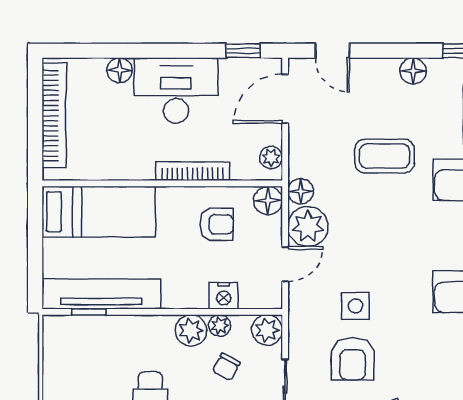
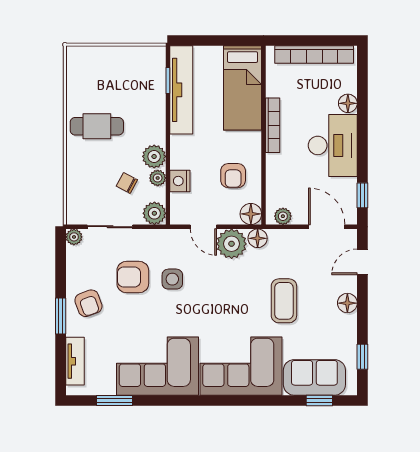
floor lamp: (413, 71) -> (347, 303), moved
bookcase: (193, 171) -> (273, 125), moved

